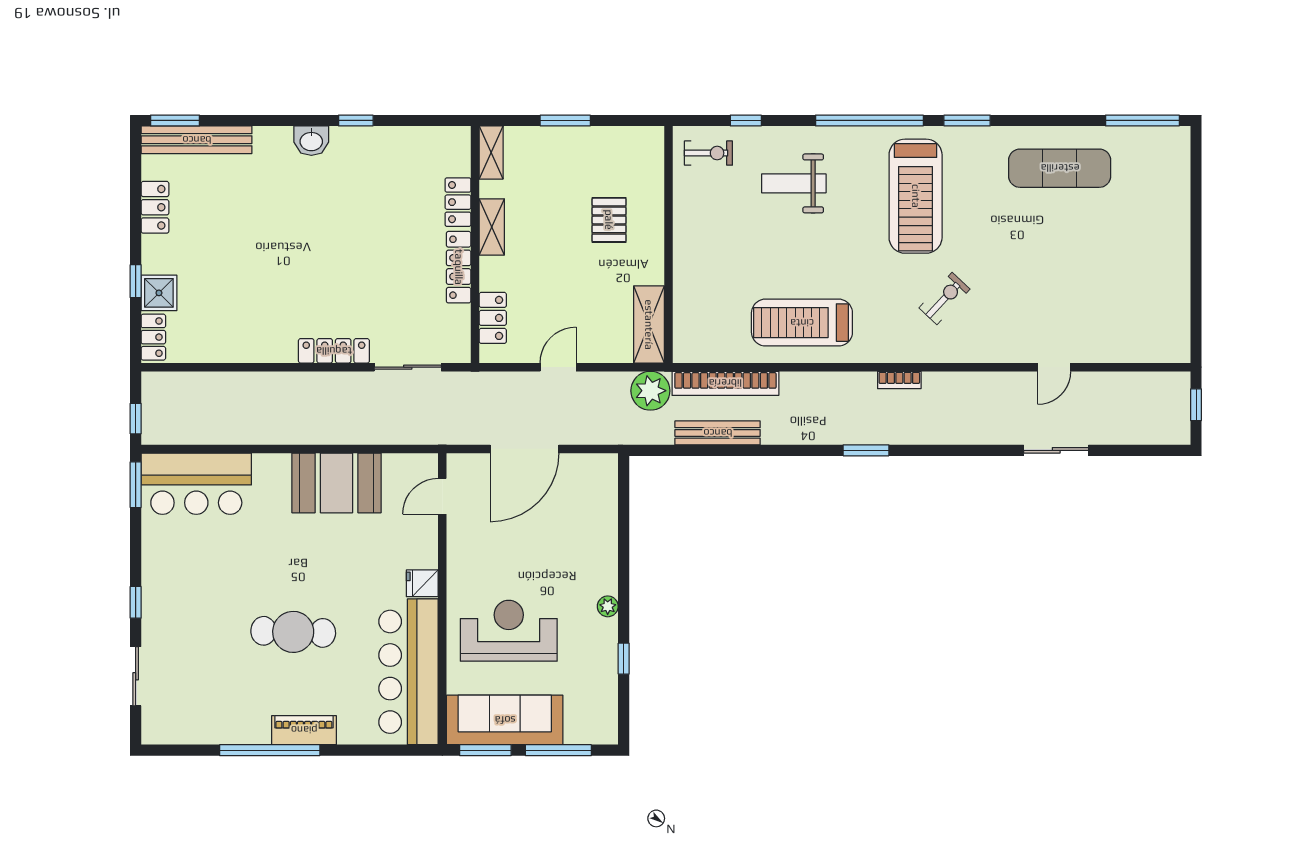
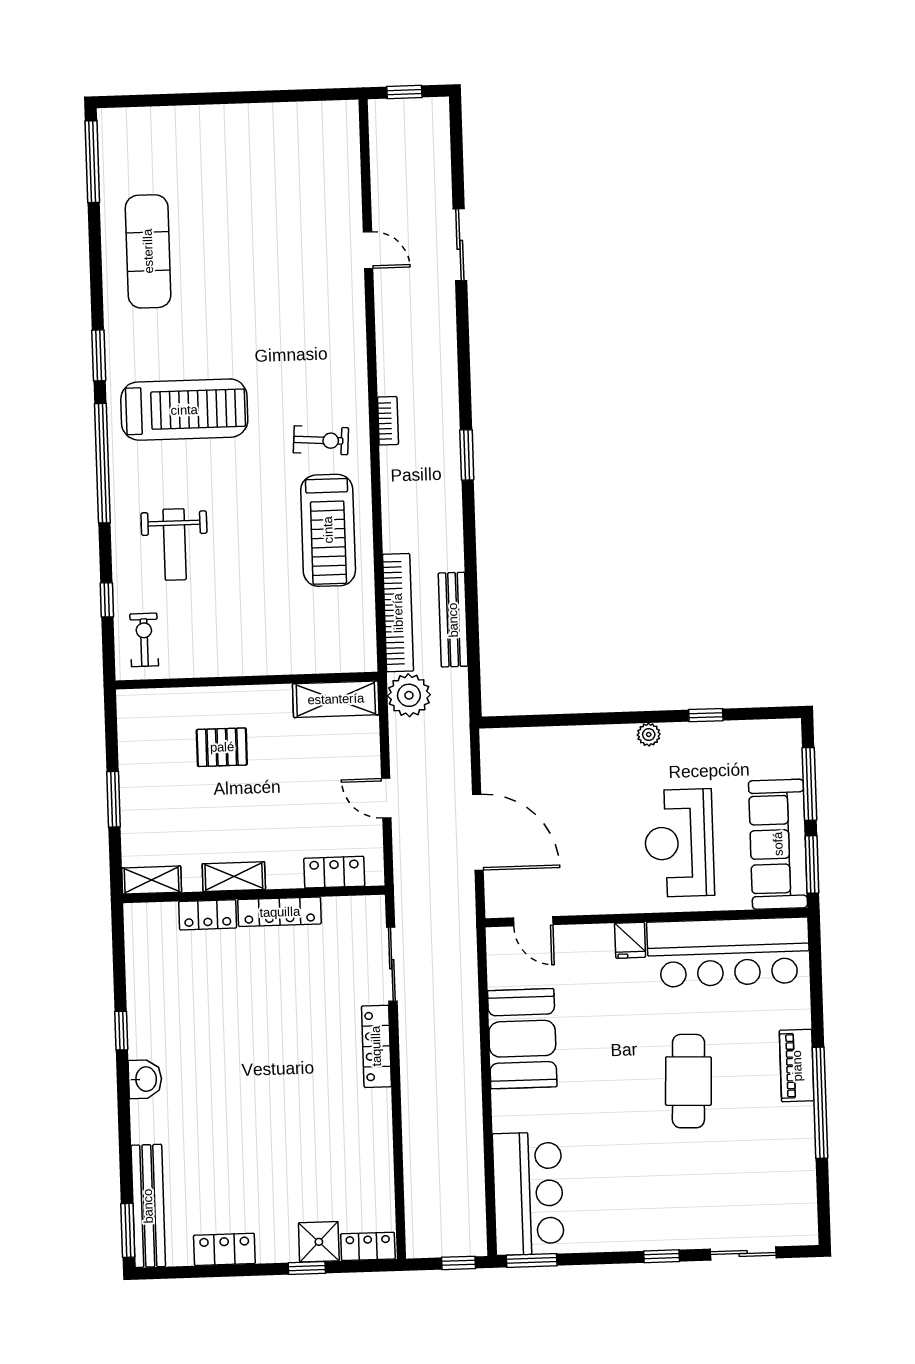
exercise bike: (945, 298) -> (321, 440), moved, turned 141

